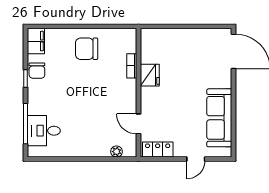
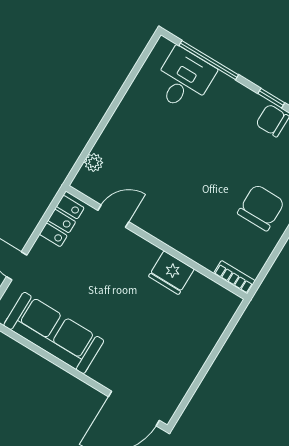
bookcase: (132, 66) -> (234, 277), moved

